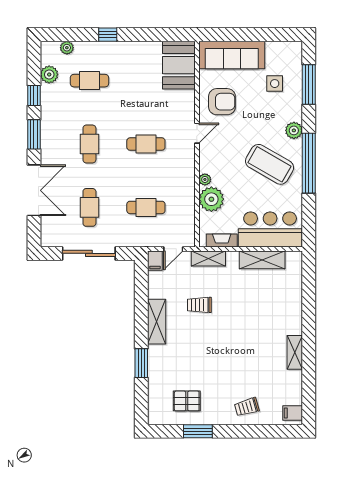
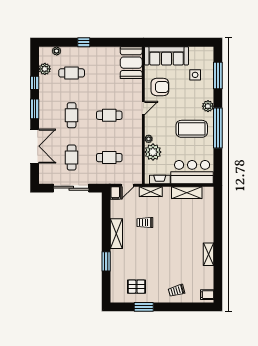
coffee table: (270, 164) -> (192, 129), turned -30

